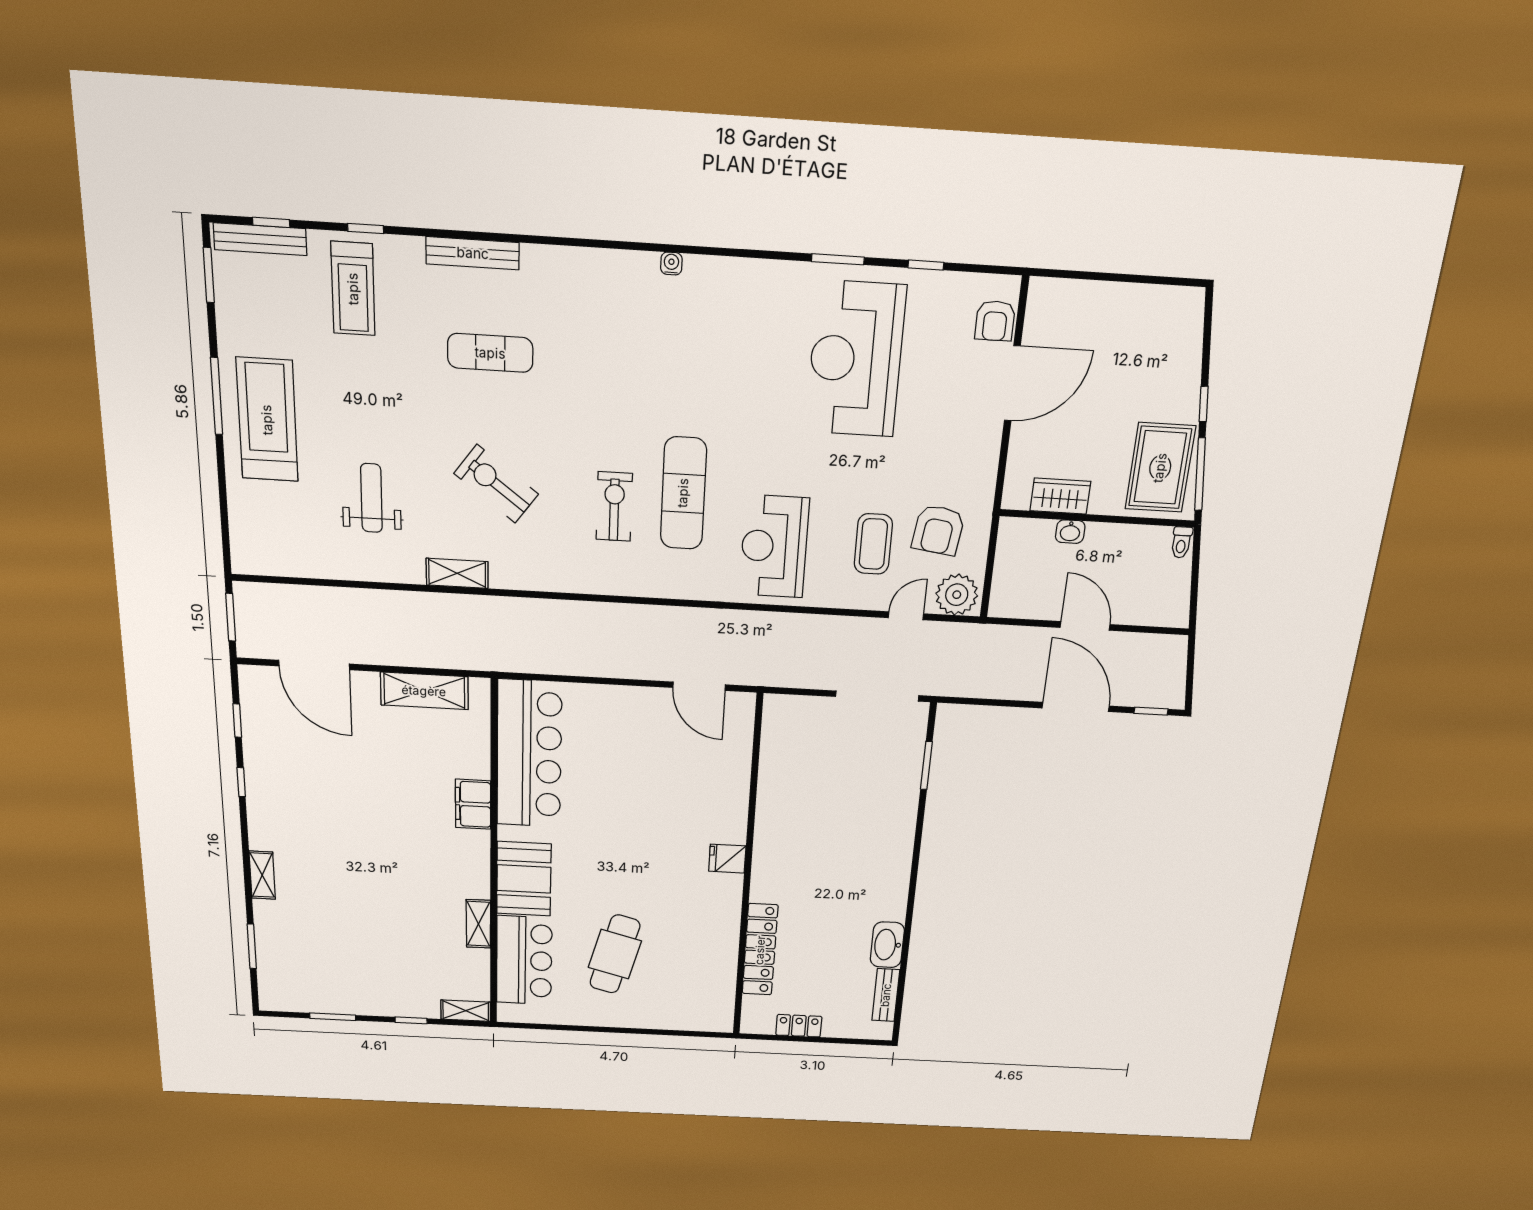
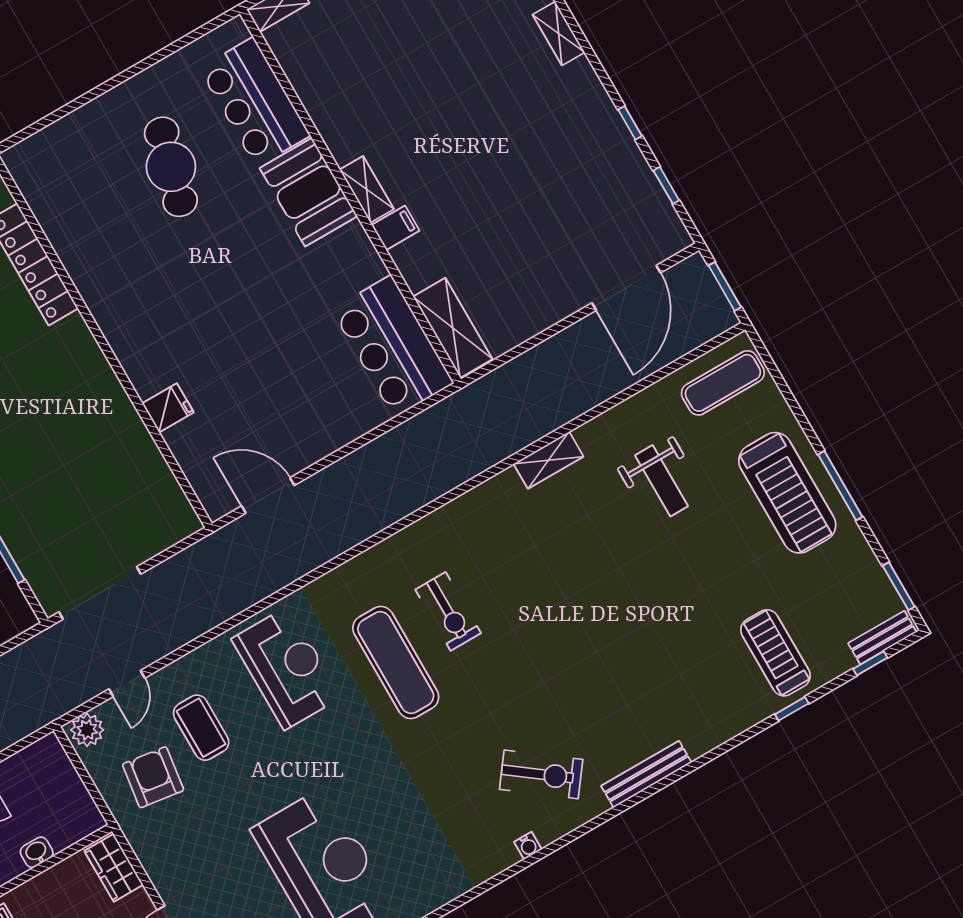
bench: (260, 239) -> (882, 638), width x0.73
bench: (473, 253) -> (646, 774), moved
exercise mat: (490, 353) -> (723, 383), moved
exercise bike: (496, 484) -> (541, 774), moved
wardrobe: (1060, 496) -> (114, 868), moved, turned 90
plant: (957, 595) -> (87, 730), width x0.73, depth x0.73
door: (314, 665) -> (626, 288), swing flipped
shelving: (424, 691) -> (453, 328), moved, turned 90
bar counter: (529, 754) -> (393, 346), width x0.73
filing cabinet: (473, 804) -> (396, 228), width x0.50
fridge: (727, 859) -> (168, 408), moved
shelving: (478, 924) -> (367, 189), moved

